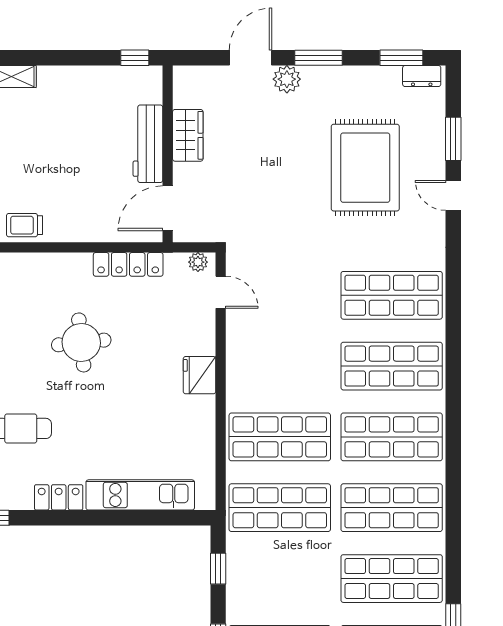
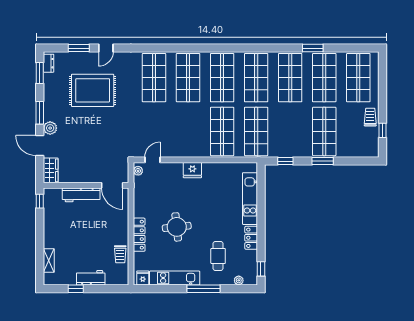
wardrobe: (188, 135) -> (51, 170), moved, turned 90
locker: (128, 264) -> (139, 235), moved

